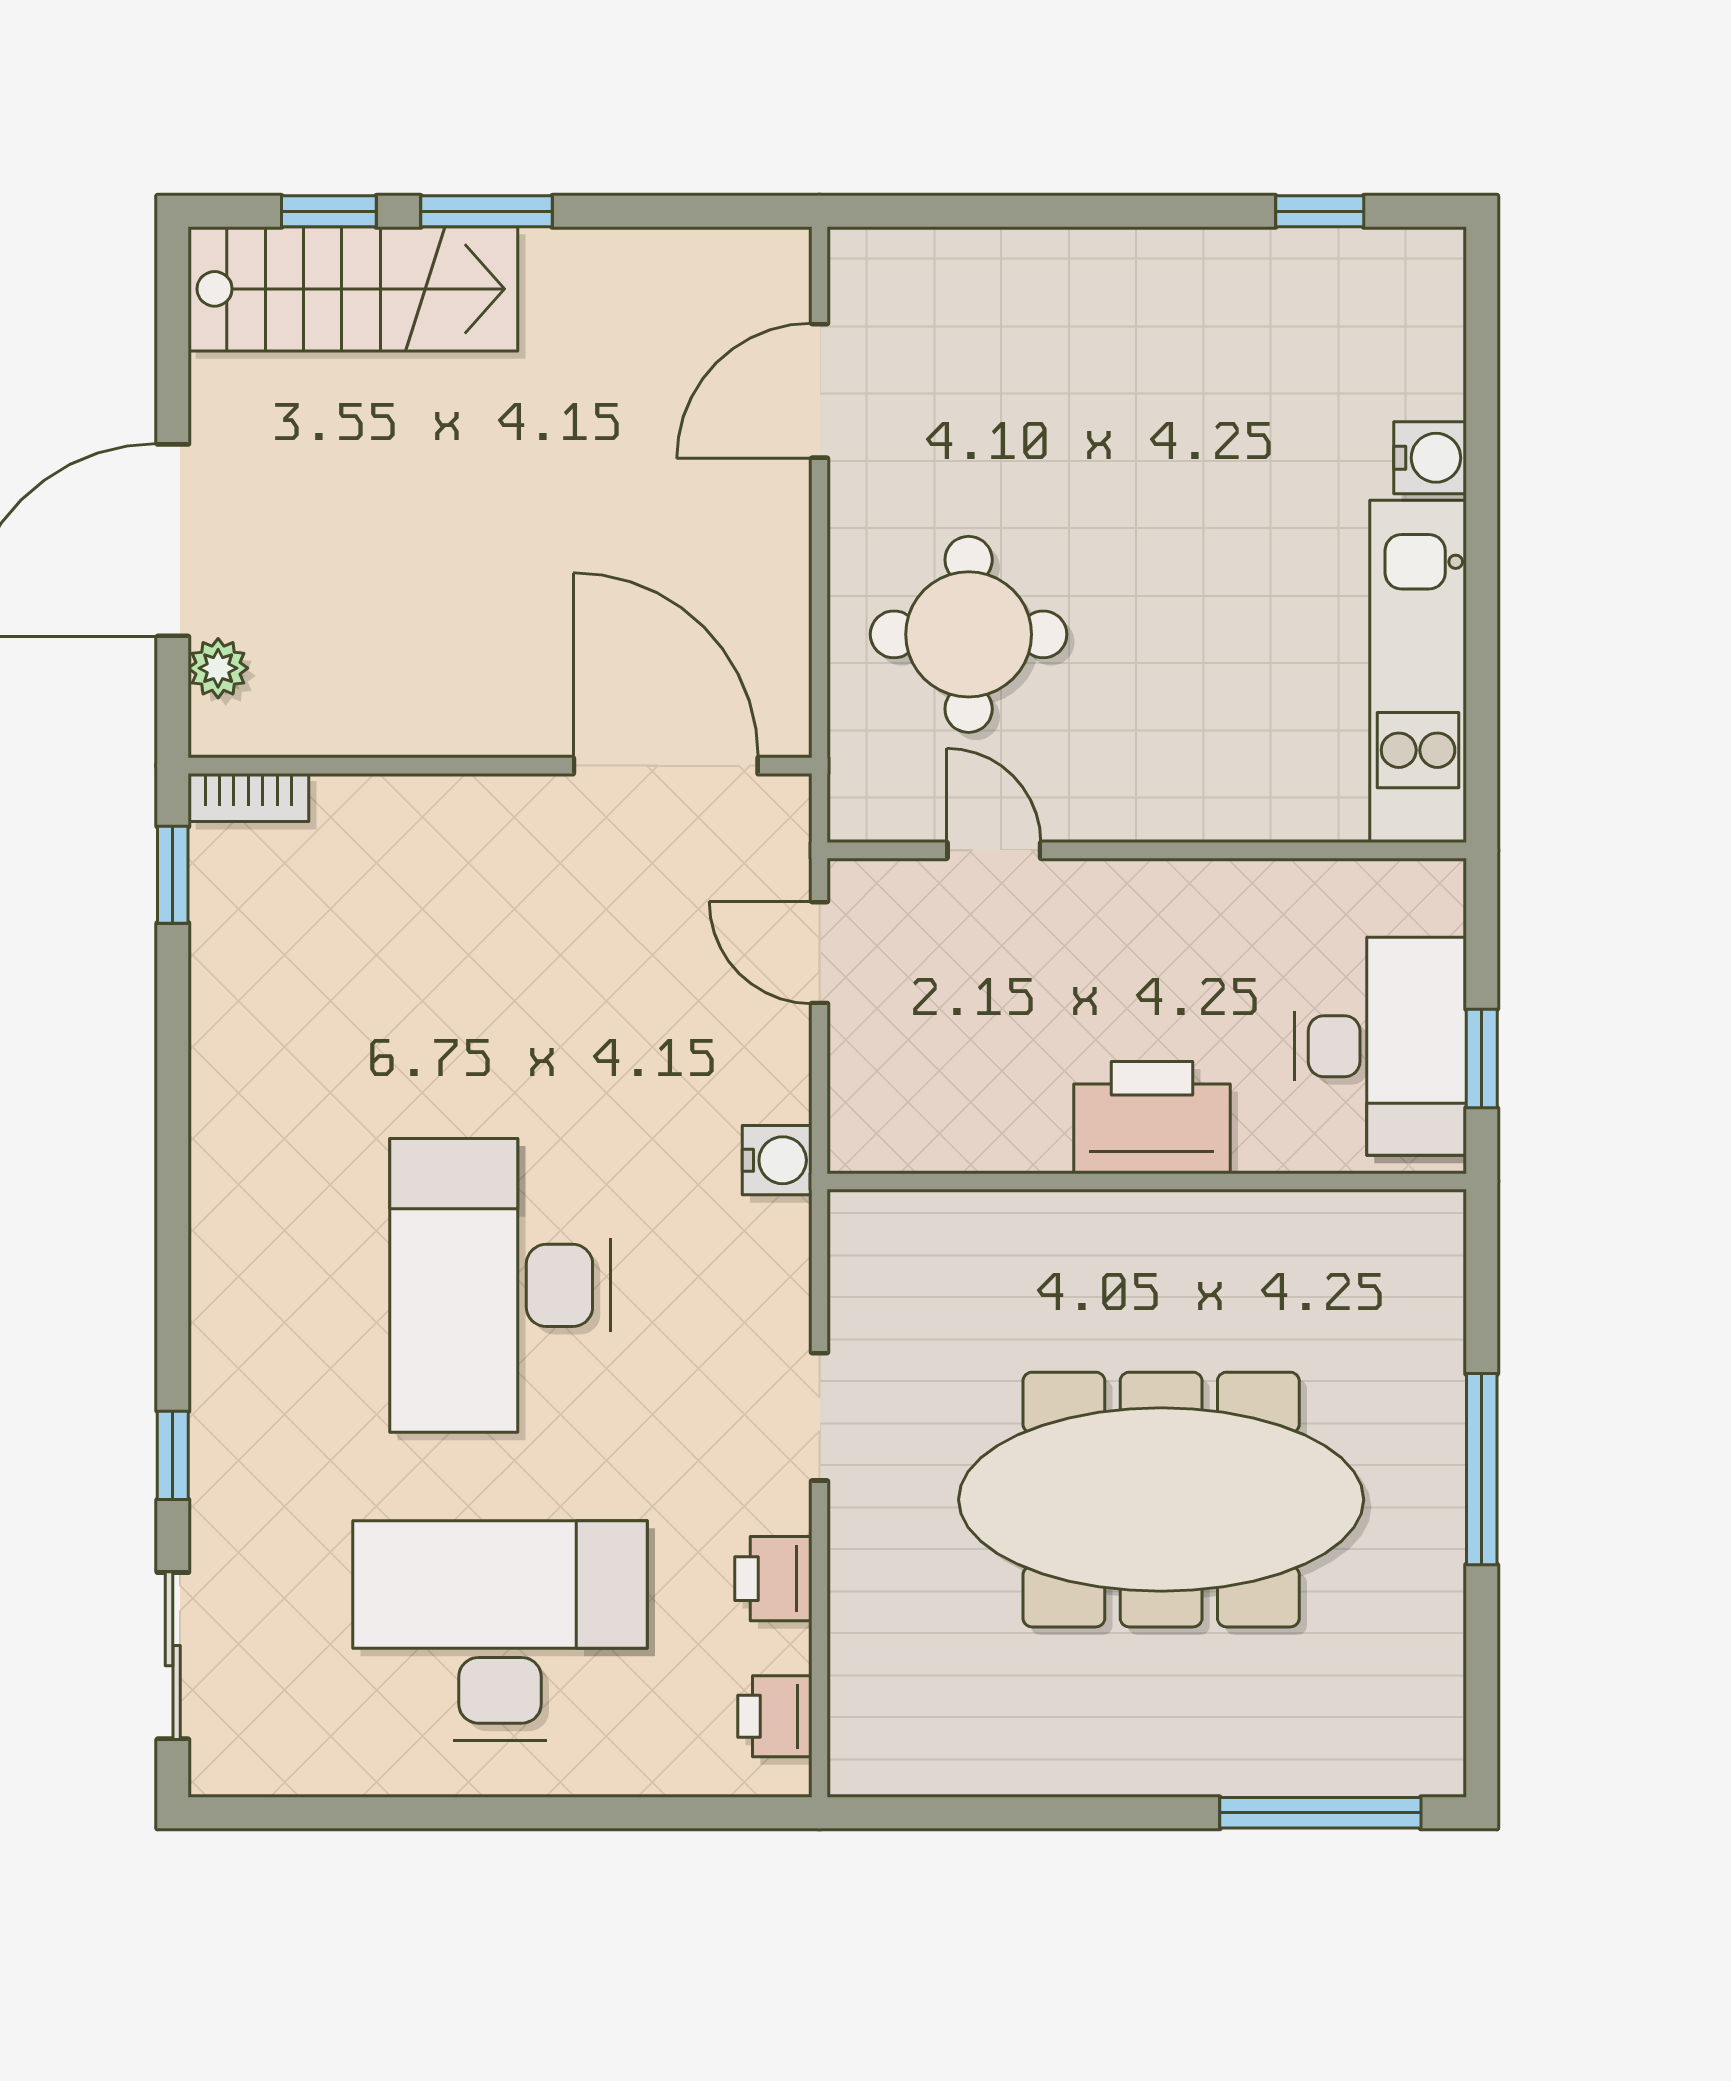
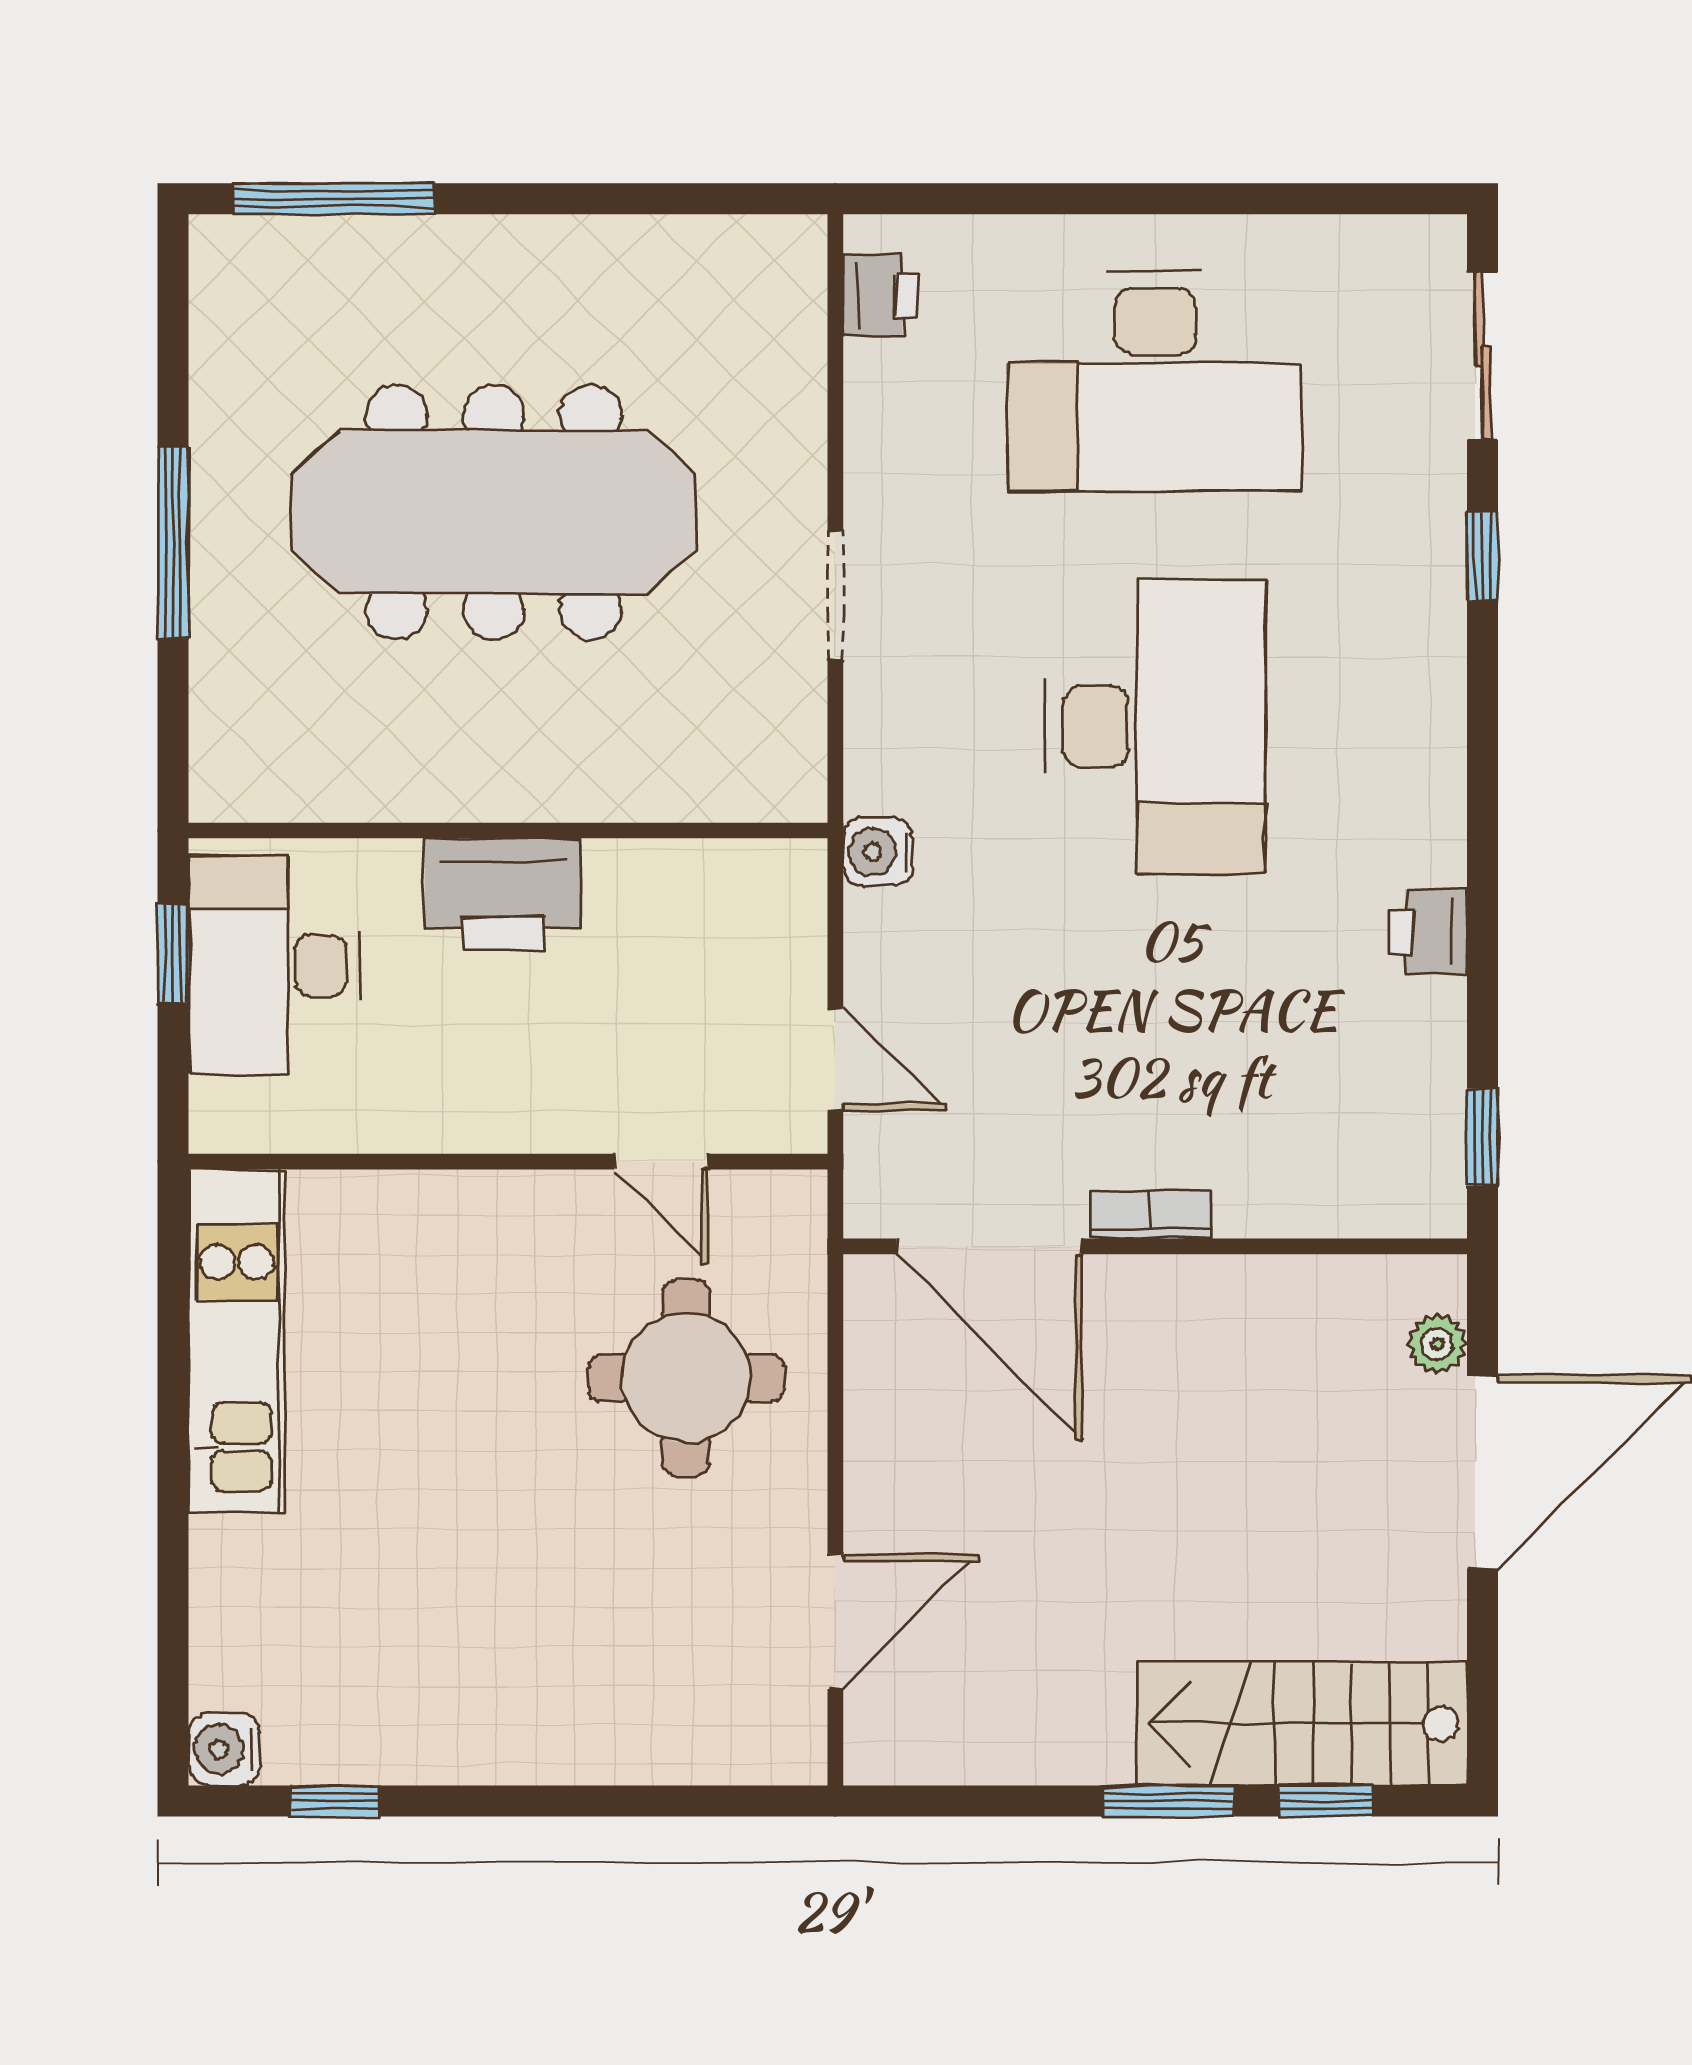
water cooler: (1430, 458) -> (225, 1749), moved
bookcase: (248, 797) -> (1150, 1215), moved
printer: (773, 1579) -> (1429, 932), moved, turned 180

